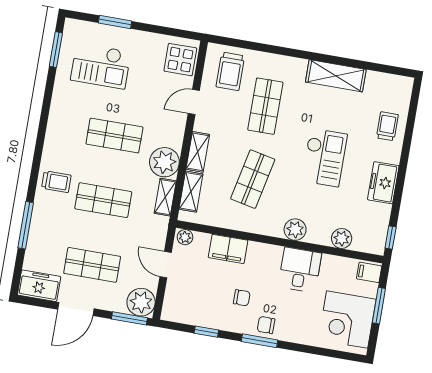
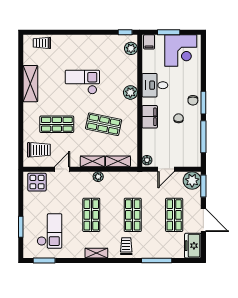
door: (194, 102) -> (62, 169), swing flipped
trolley: (387, 126) -> (42, 43), moved
plant: (164, 162) -> (98, 177), width x0.53, depth x0.53
freezer: (383, 183) -> (92, 43), removed
shelving: (165, 197) -> (96, 253), moved
plant: (342, 238) -> (131, 48), moved
filing cabinet: (228, 249) -> (150, 117), moved
window: (206, 332) -> (203, 137), width x2.17

